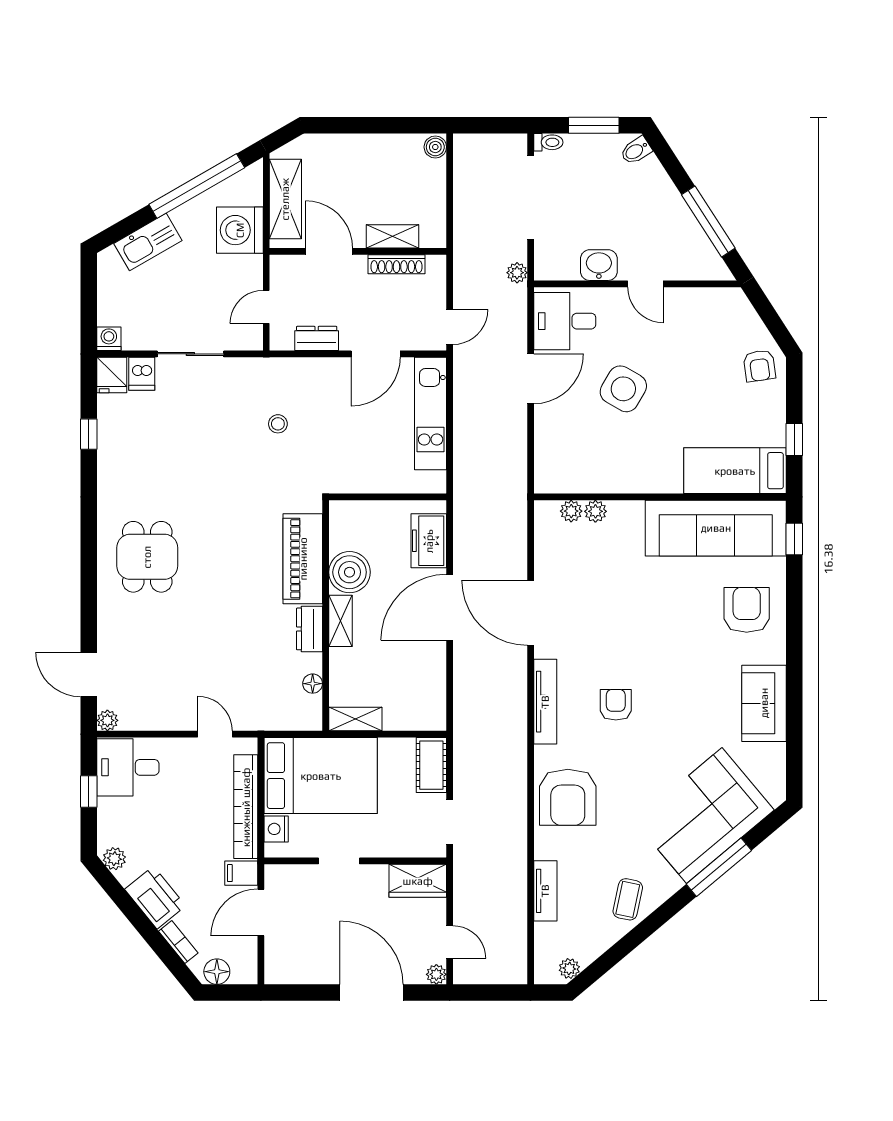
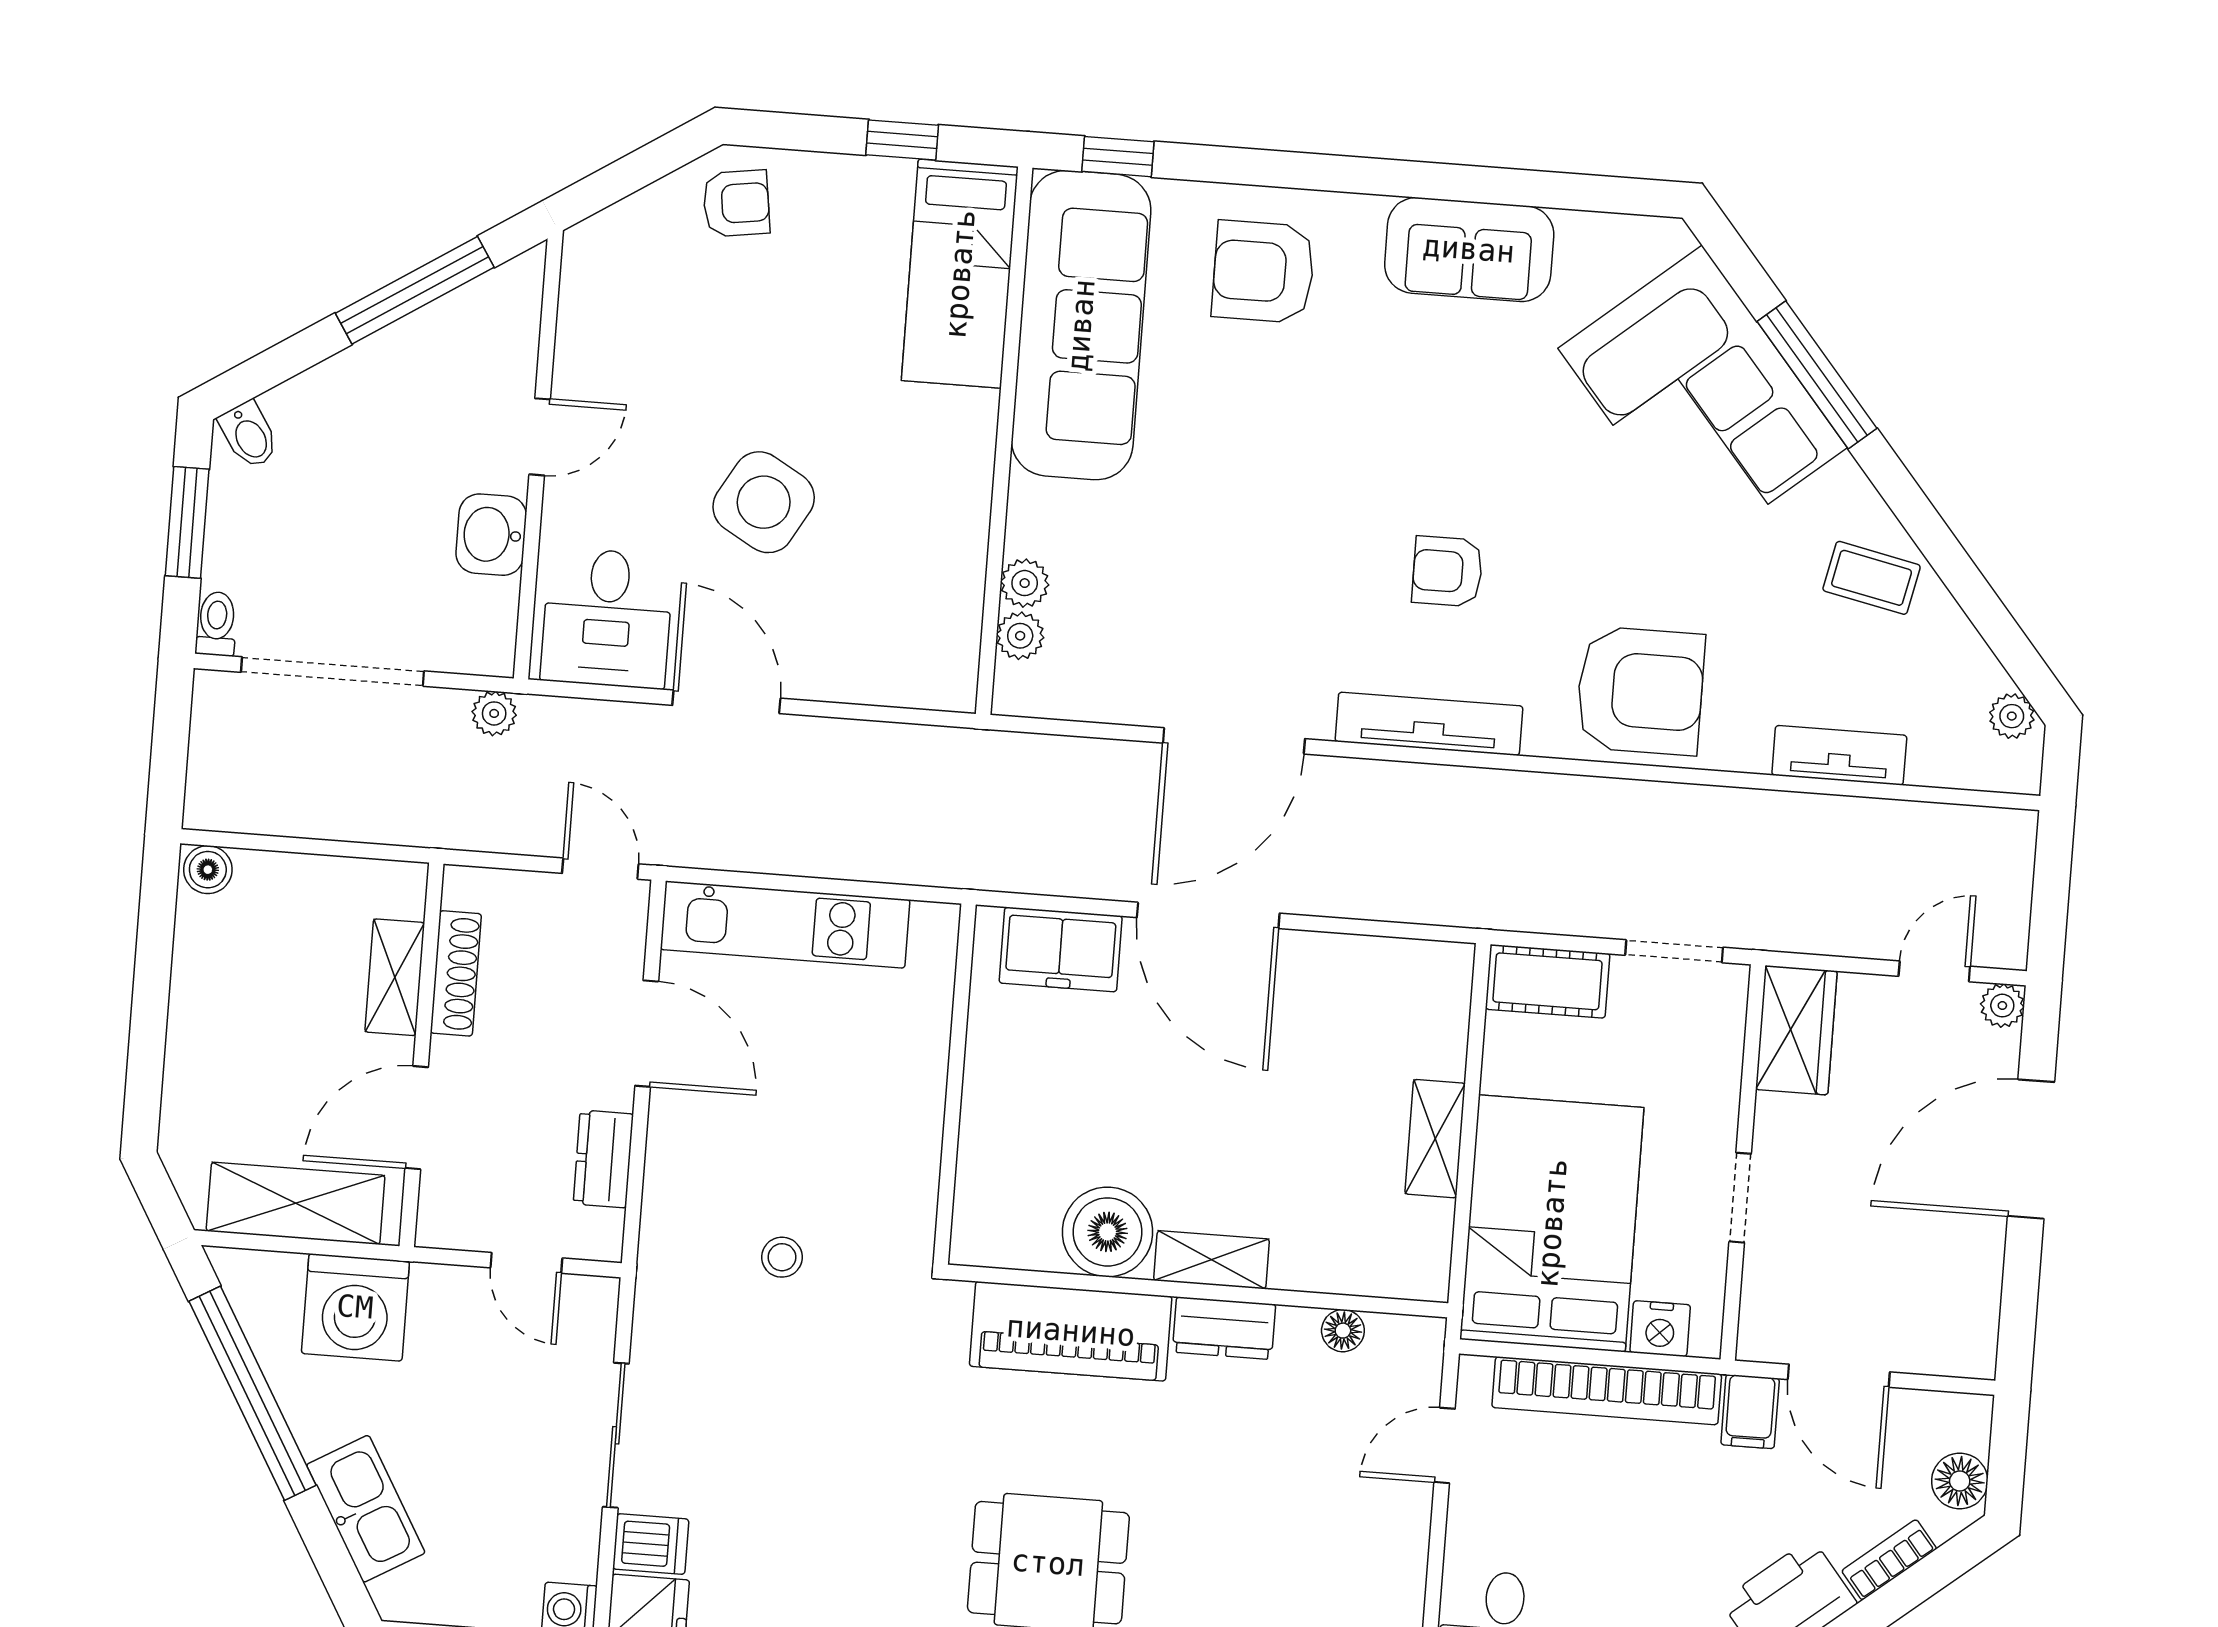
piano: (303, 559) -> (1071, 1331), moved
boiler: (350, 572) -> (1108, 1232), moved
wall: (326, 616) -> (1198, 1291), moved
shelving: (340, 621) -> (1212, 1260), moved
dresser: (309, 629) -> (1224, 1328), moved
floor lamp: (313, 684) -> (1343, 1331), moved

